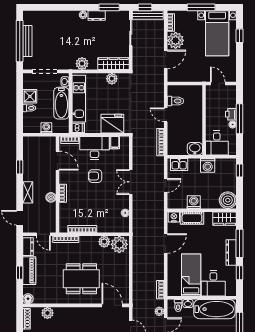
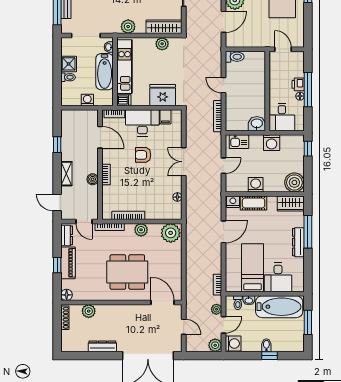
toilet: (175, 101) -> (235, 57), moved
plant: (104, 242) -> (141, 230), moved
window: (239, 273) -> (308, 265), removed

